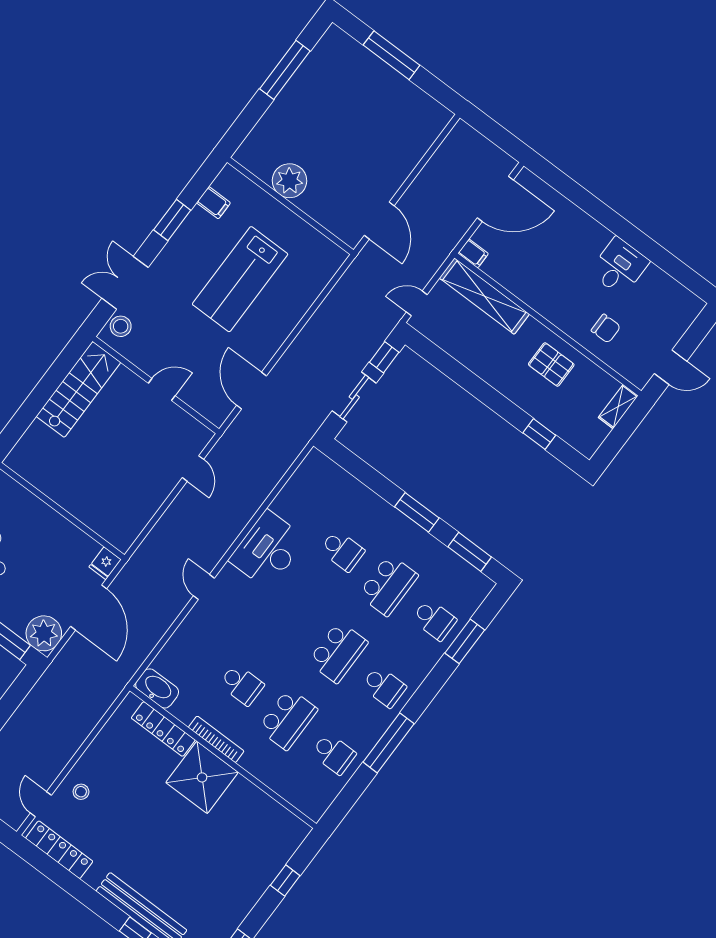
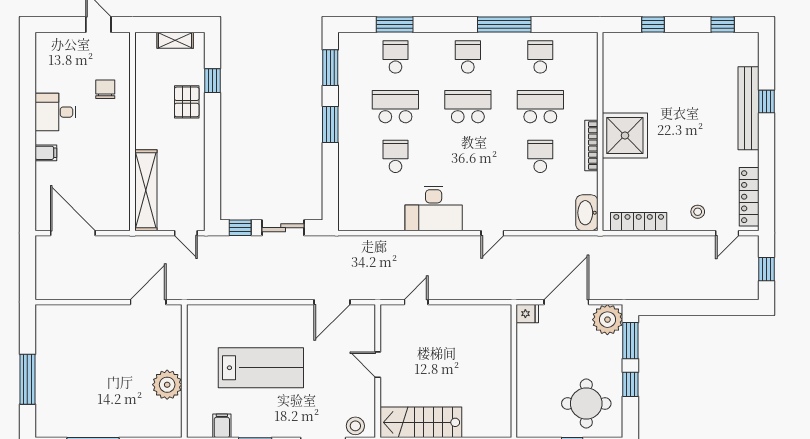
filing cabinet: (473, 253) -> (46, 153), moved, turned 90
pallet: (551, 364) -> (187, 102), moved
shelving: (618, 407) -> (175, 40), moved
locker: (163, 729) -> (639, 222), moved, turned -90

